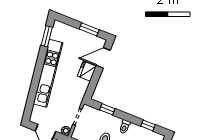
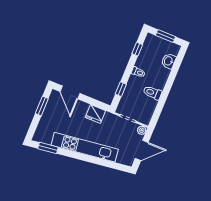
fridge: (87, 71) -> (95, 114), moved

